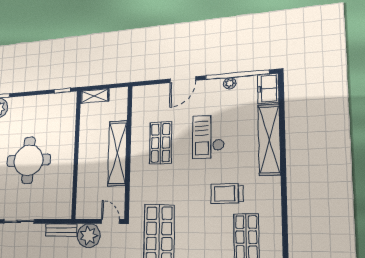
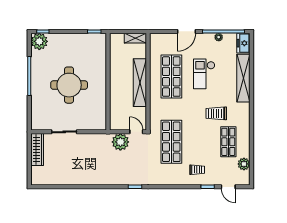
shelving: (95, 96) -> (135, 38), moved
shop shelf: (161, 143) -> (171, 77), width x1.43, depth x1.36
bench: (61, 230) -> (99, 138), removed

